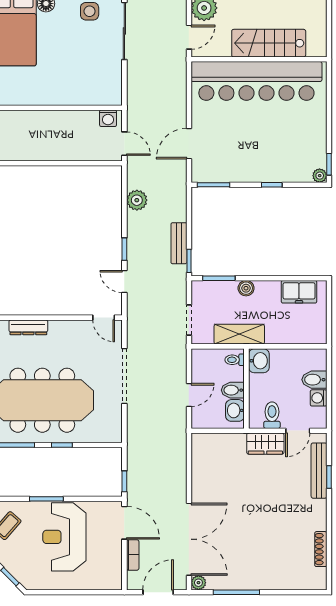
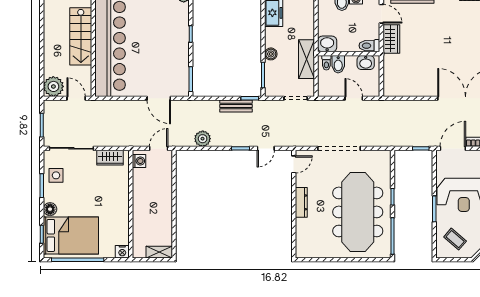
wardrobe: (112, 81) -> (110, 158), added
dresser: (28, 327) -> (301, 202), moved
bidet: (233, 390) -> (338, 64), moved
toilet: (272, 415) -> (369, 46), moved

